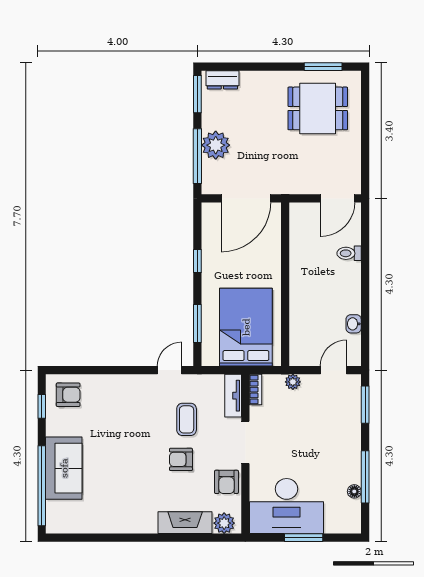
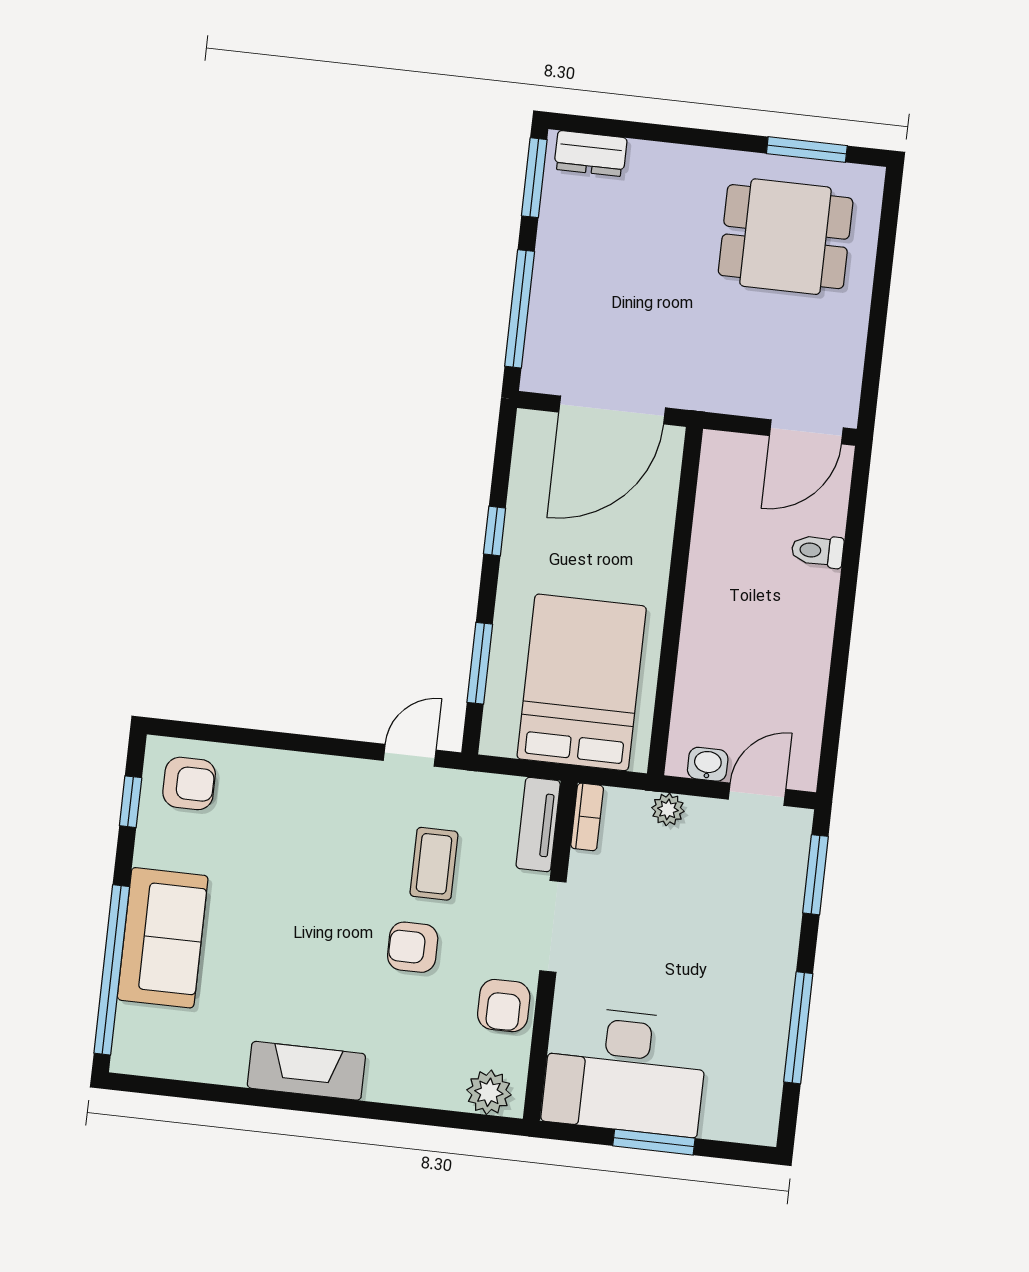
plant: (216, 145) -> (561, 290), removed
washbasin: (354, 324) -> (708, 764), moved, turned 90
floor lamp: (354, 491) -> (772, 1056), removed
fireplace: (185, 523) -> (306, 1071), moved

